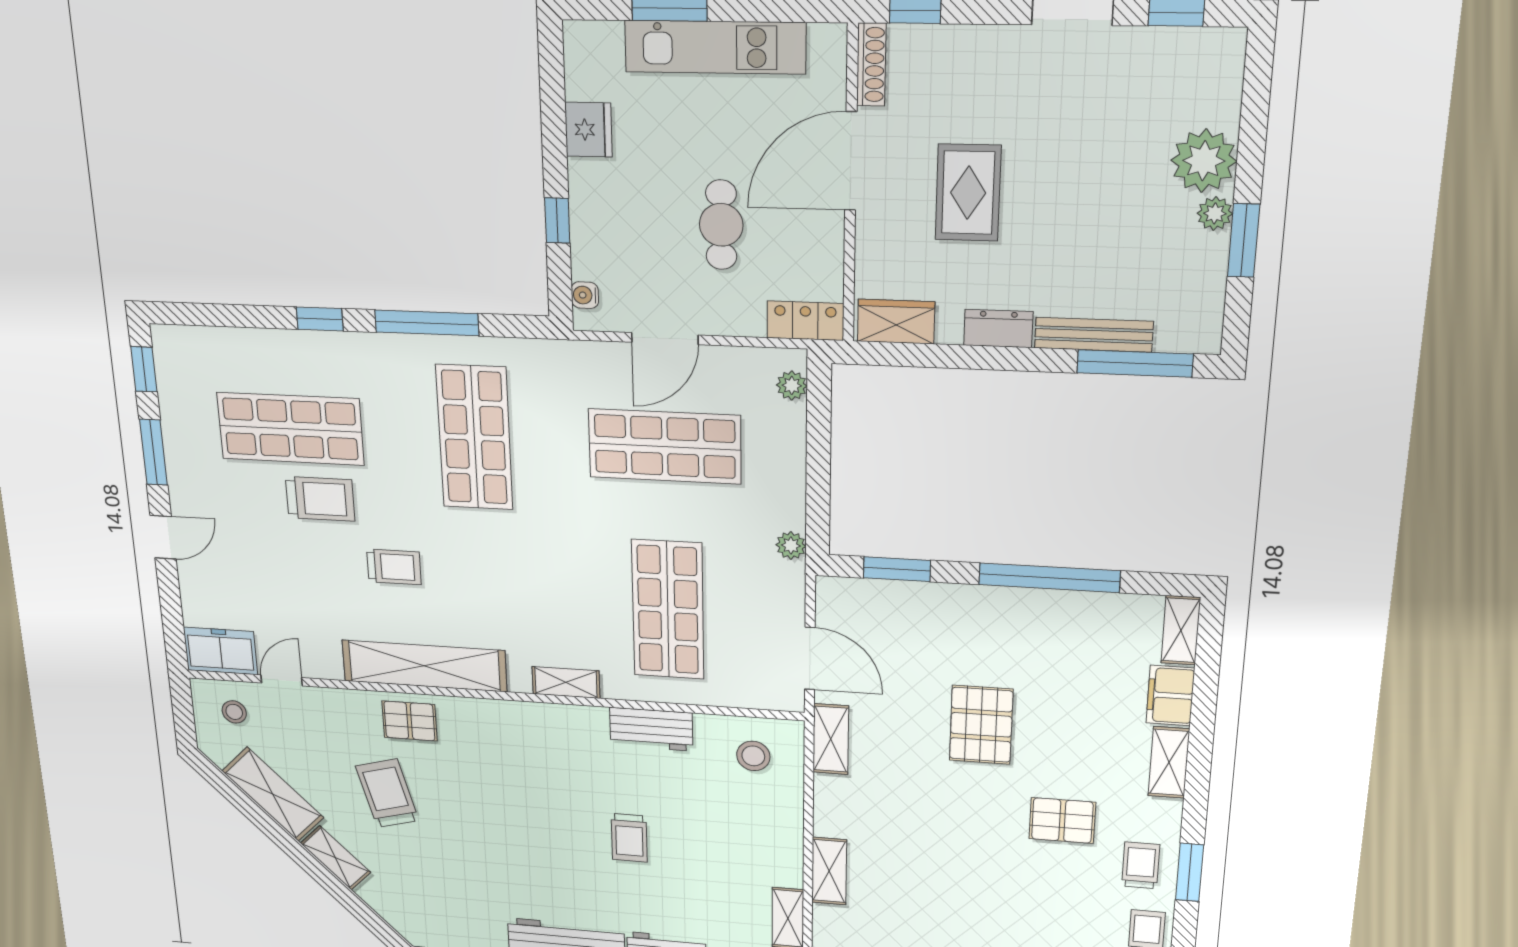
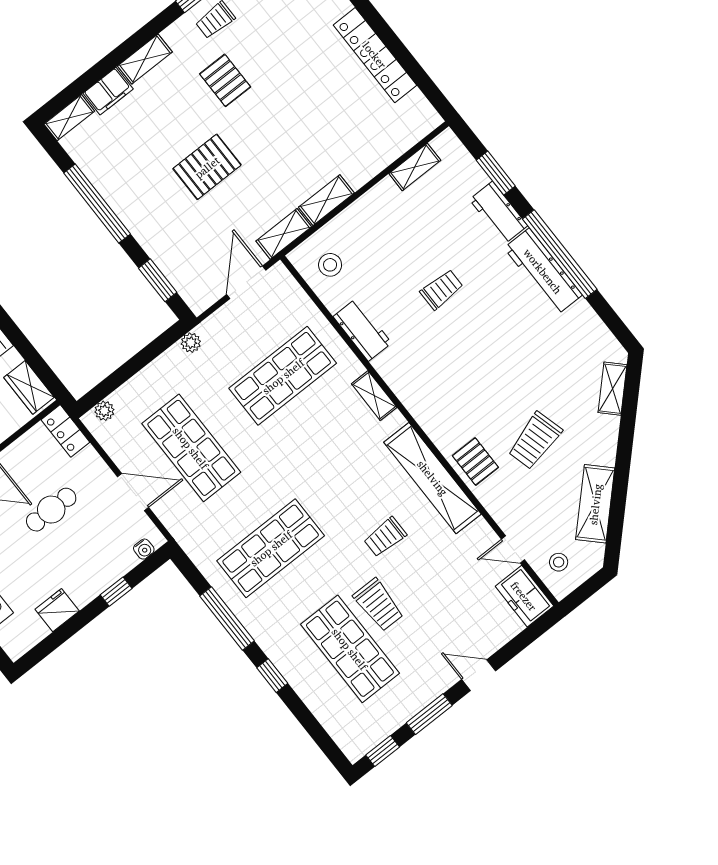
trolley: (320, 499) -> (378, 605), turned 180
trolley: (394, 567) -> (385, 537), turned -90
shelving: (335, 858) -> (612, 389), moved
shelving: (829, 871) -> (326, 200), moved

